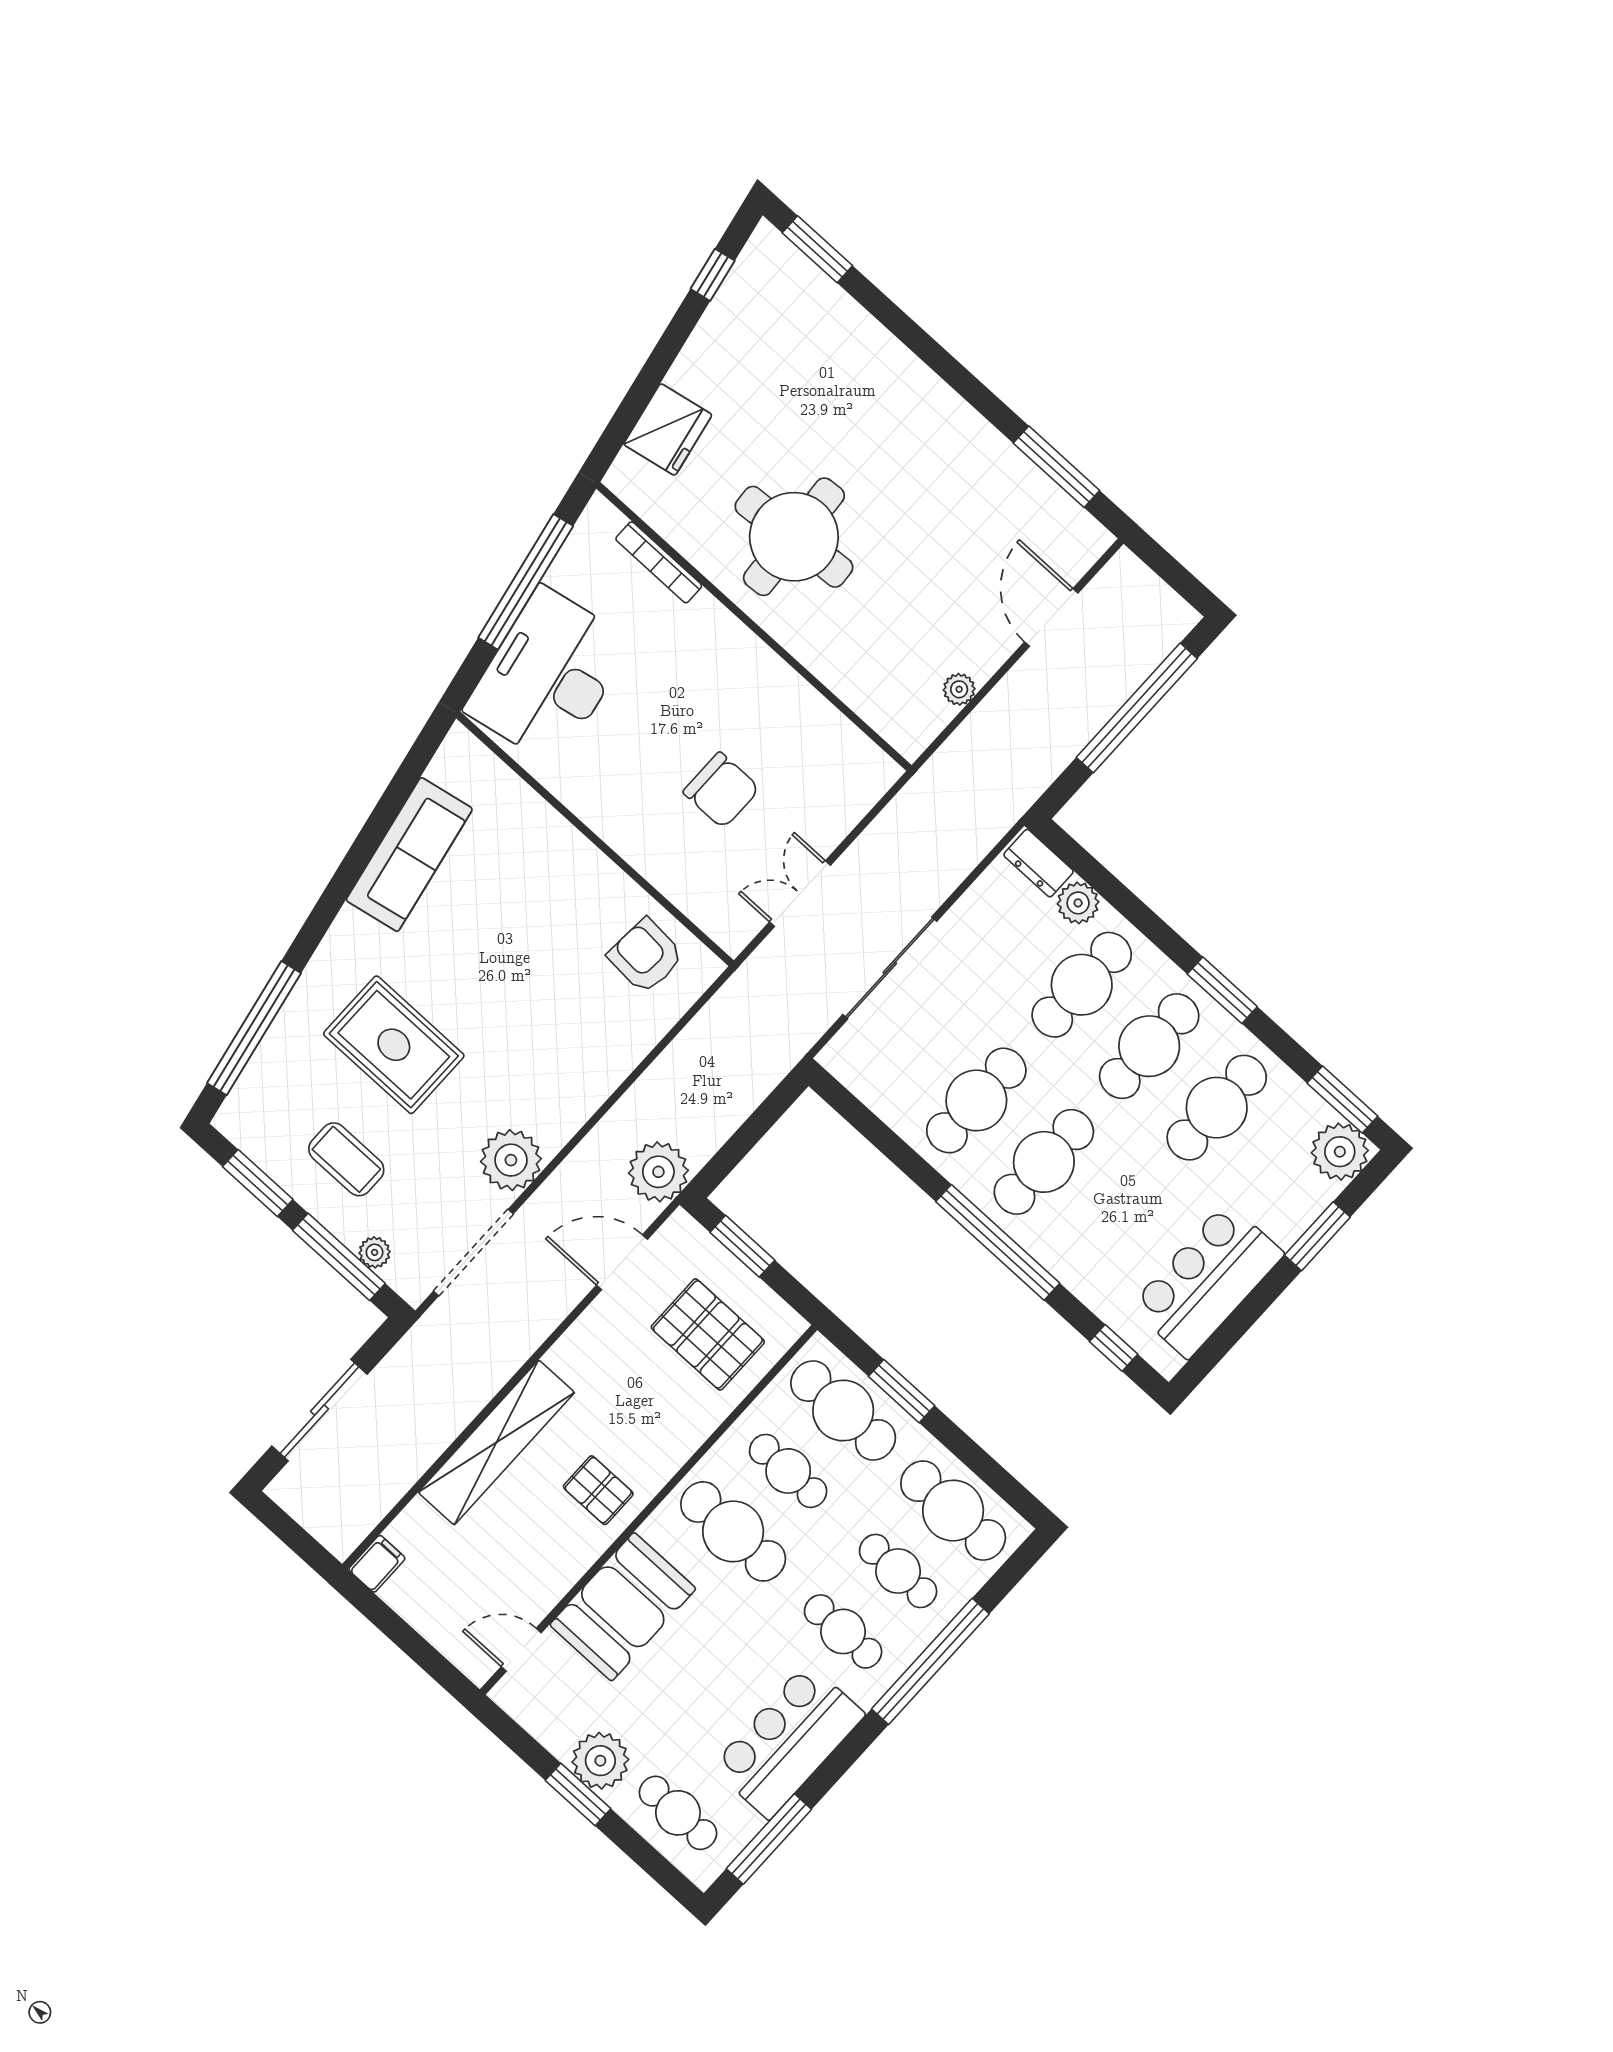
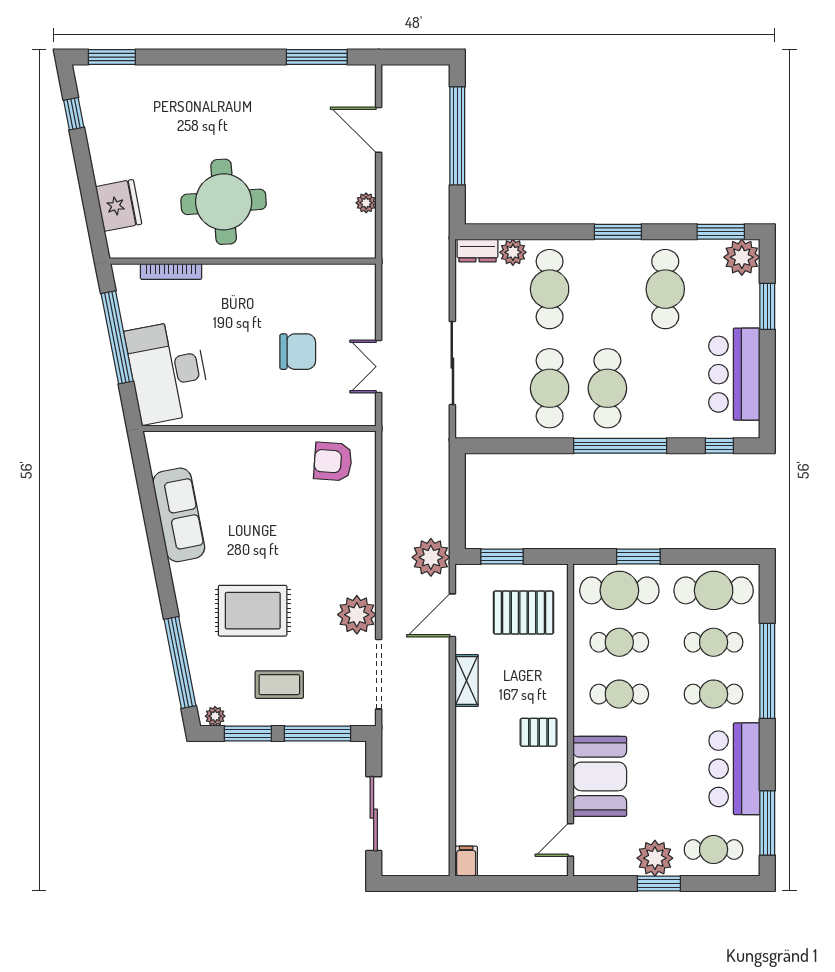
cafe table: (1149, 1046) -> (607, 289), removed
plant: (375, 1252) -> (215, 716), moved
shelving: (496, 1442) -> (467, 680), moved, width x0.45, depth x0.75
cafe table: (733, 1531) -> (619, 694), width x0.73, depth x0.74

